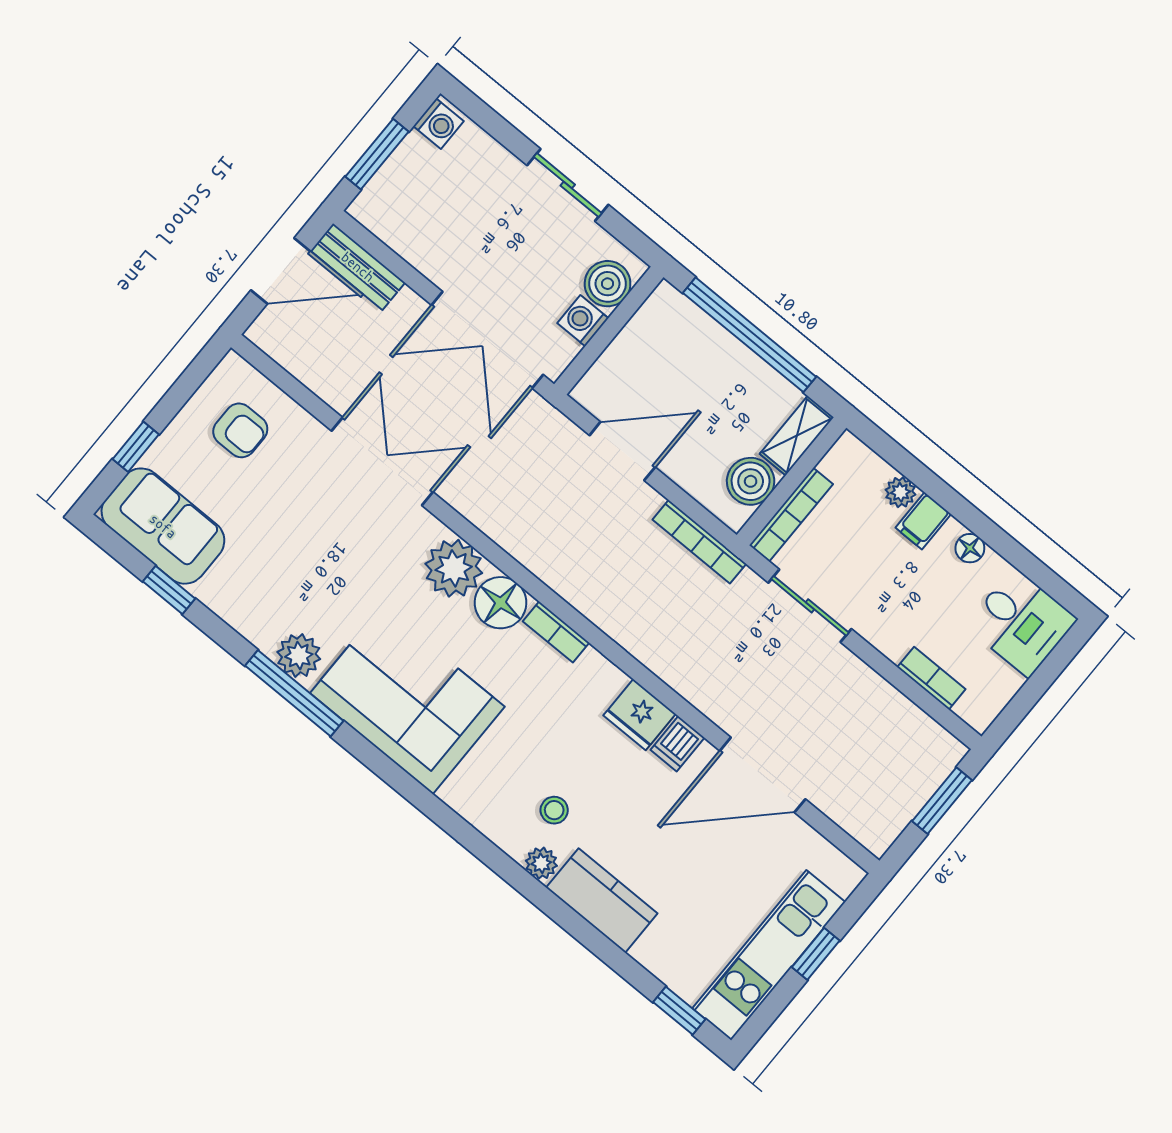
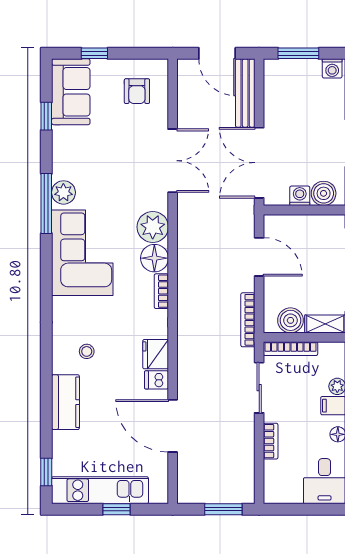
bench: (358, 267) -> (245, 93), width x1.36
bookcase: (931, 678) -> (271, 441), moved
plant: (541, 863) -> (60, 364), removed

